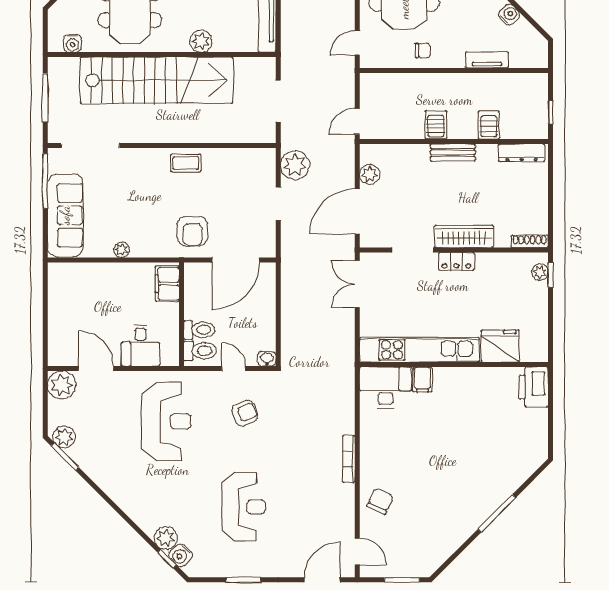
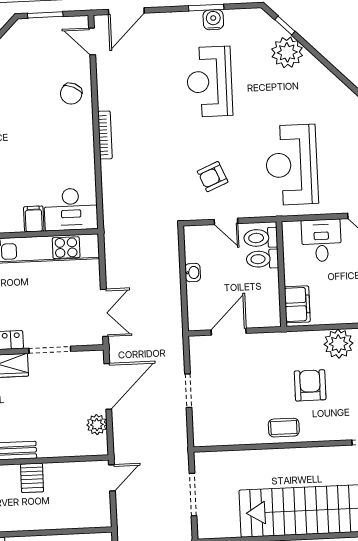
plant: (295, 165) -> (173, 431), removed
armchair: (192, 231) -> (310, 385), moved
plant: (122, 250) -> (338, 344), width x1.88, depth x1.88
door: (236, 260) -> (229, 332), width x0.73
washbasin: (267, 359) -> (193, 273), moved, turned -90
plant: (166, 538) -> (287, 52), width x1.36, depth x1.36
water cooler: (181, 555) -> (213, 20), moved, turned -45

